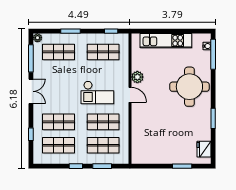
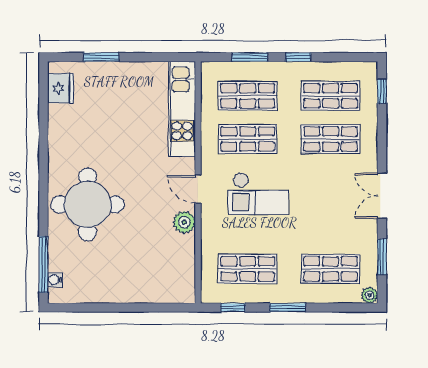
window: (70, 31) -> (288, 308), moved
kitchen unit: (166, 41) -> (182, 109), moved, turned -90
window: (31, 58) -> (382, 257), width x0.69
checkout: (97, 92) -> (258, 194), turned 180
window: (213, 118) -> (43, 146), removed
window: (31, 134) -> (382, 91), moved

